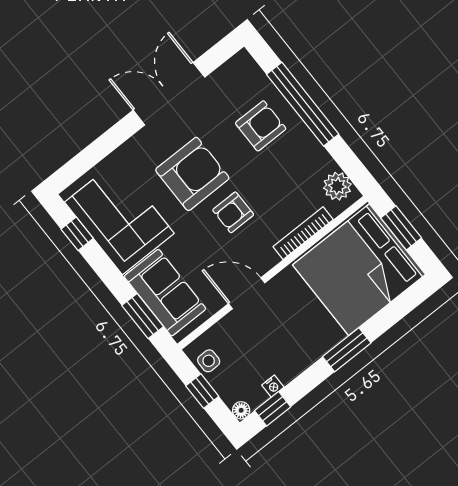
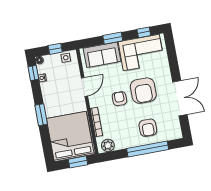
window: (143, 316) -> (113, 38), moved

